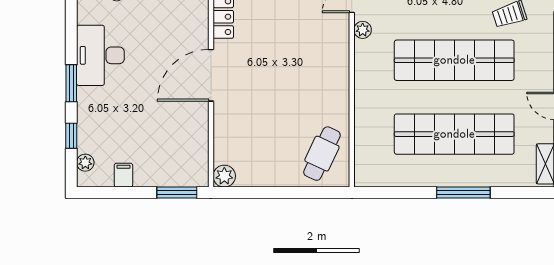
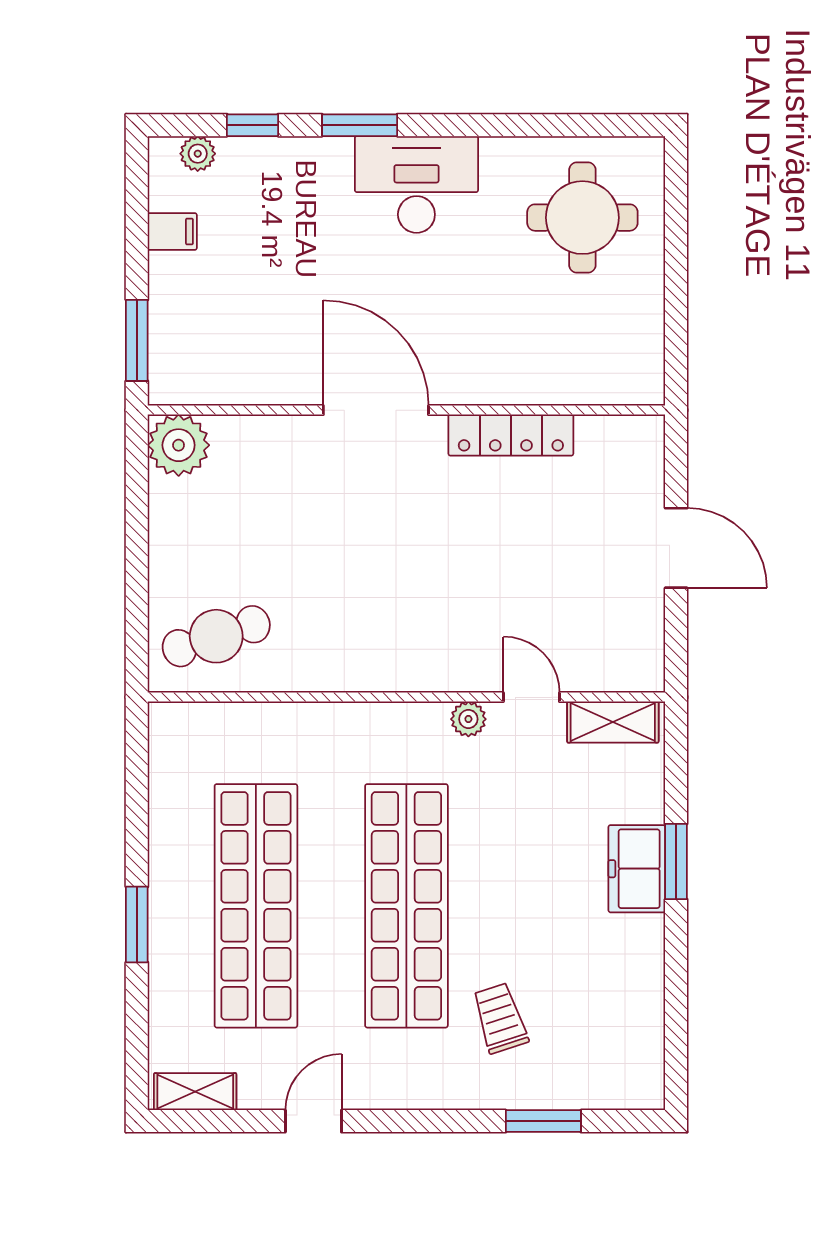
cafe table: (322, 154) -> (216, 636), turned -43
plant: (224, 176) -> (179, 445), width x1.36, depth x1.36
window: (463, 193) -> (137, 925), width x0.69

